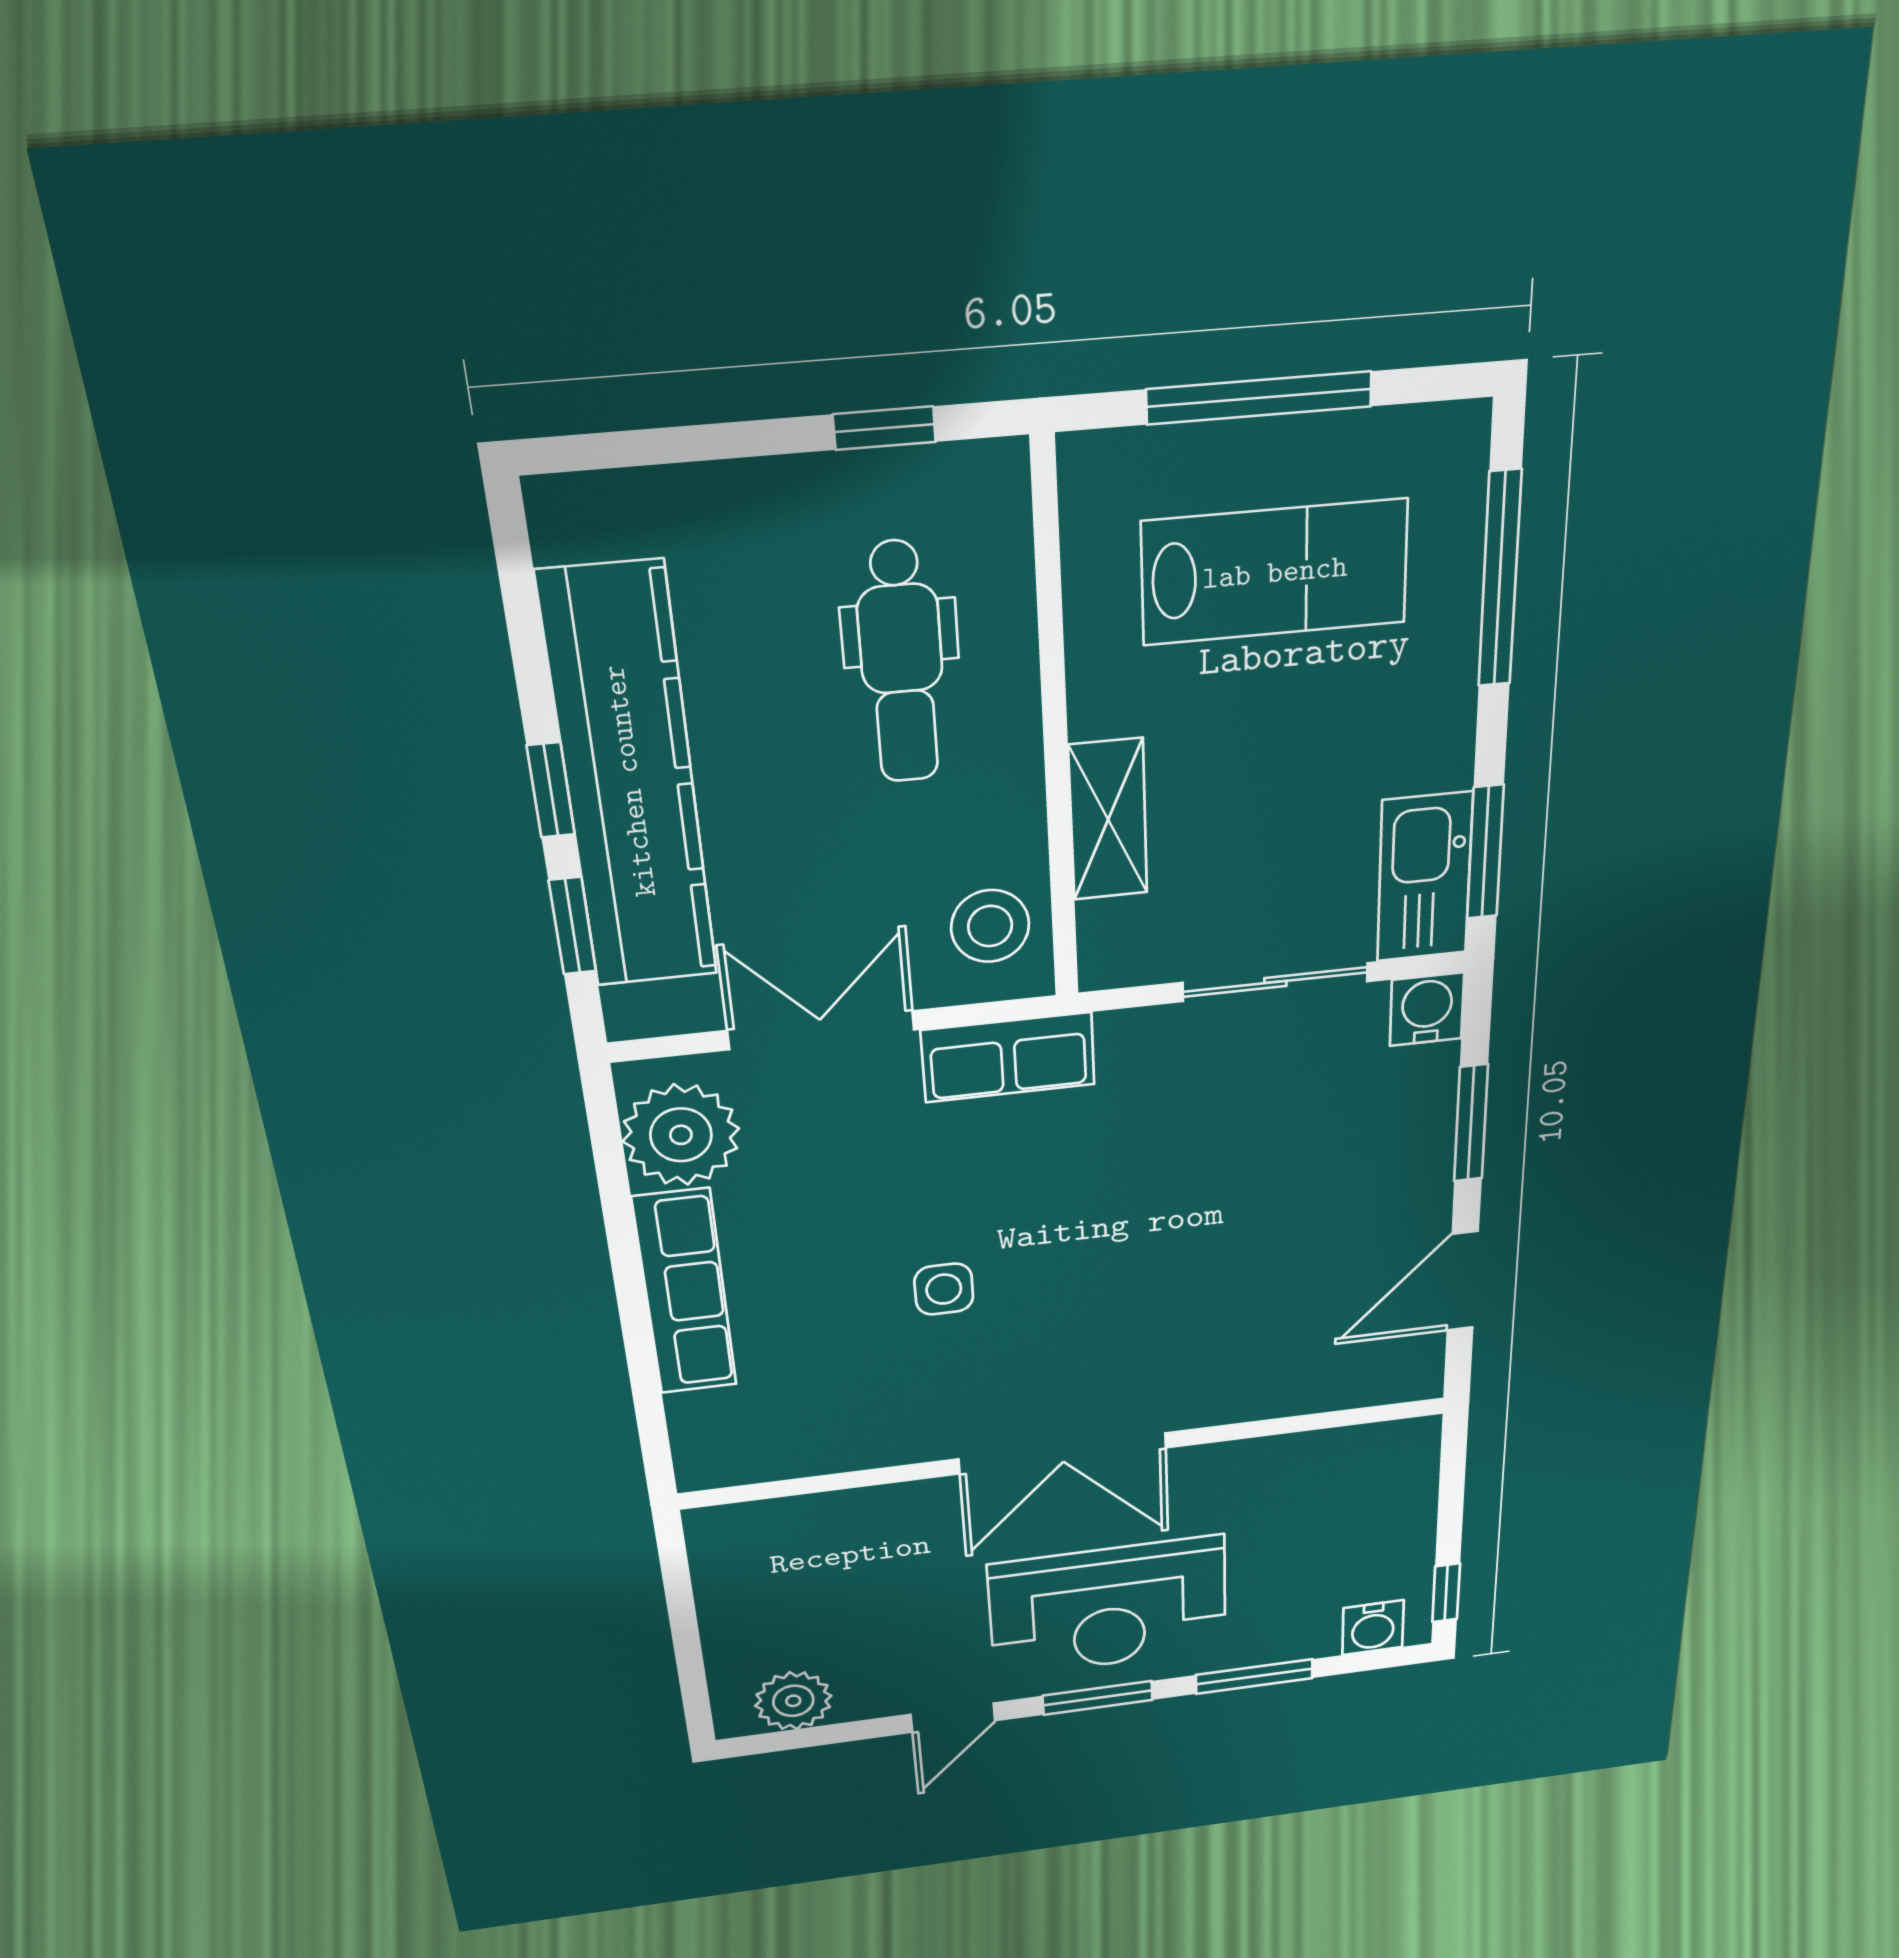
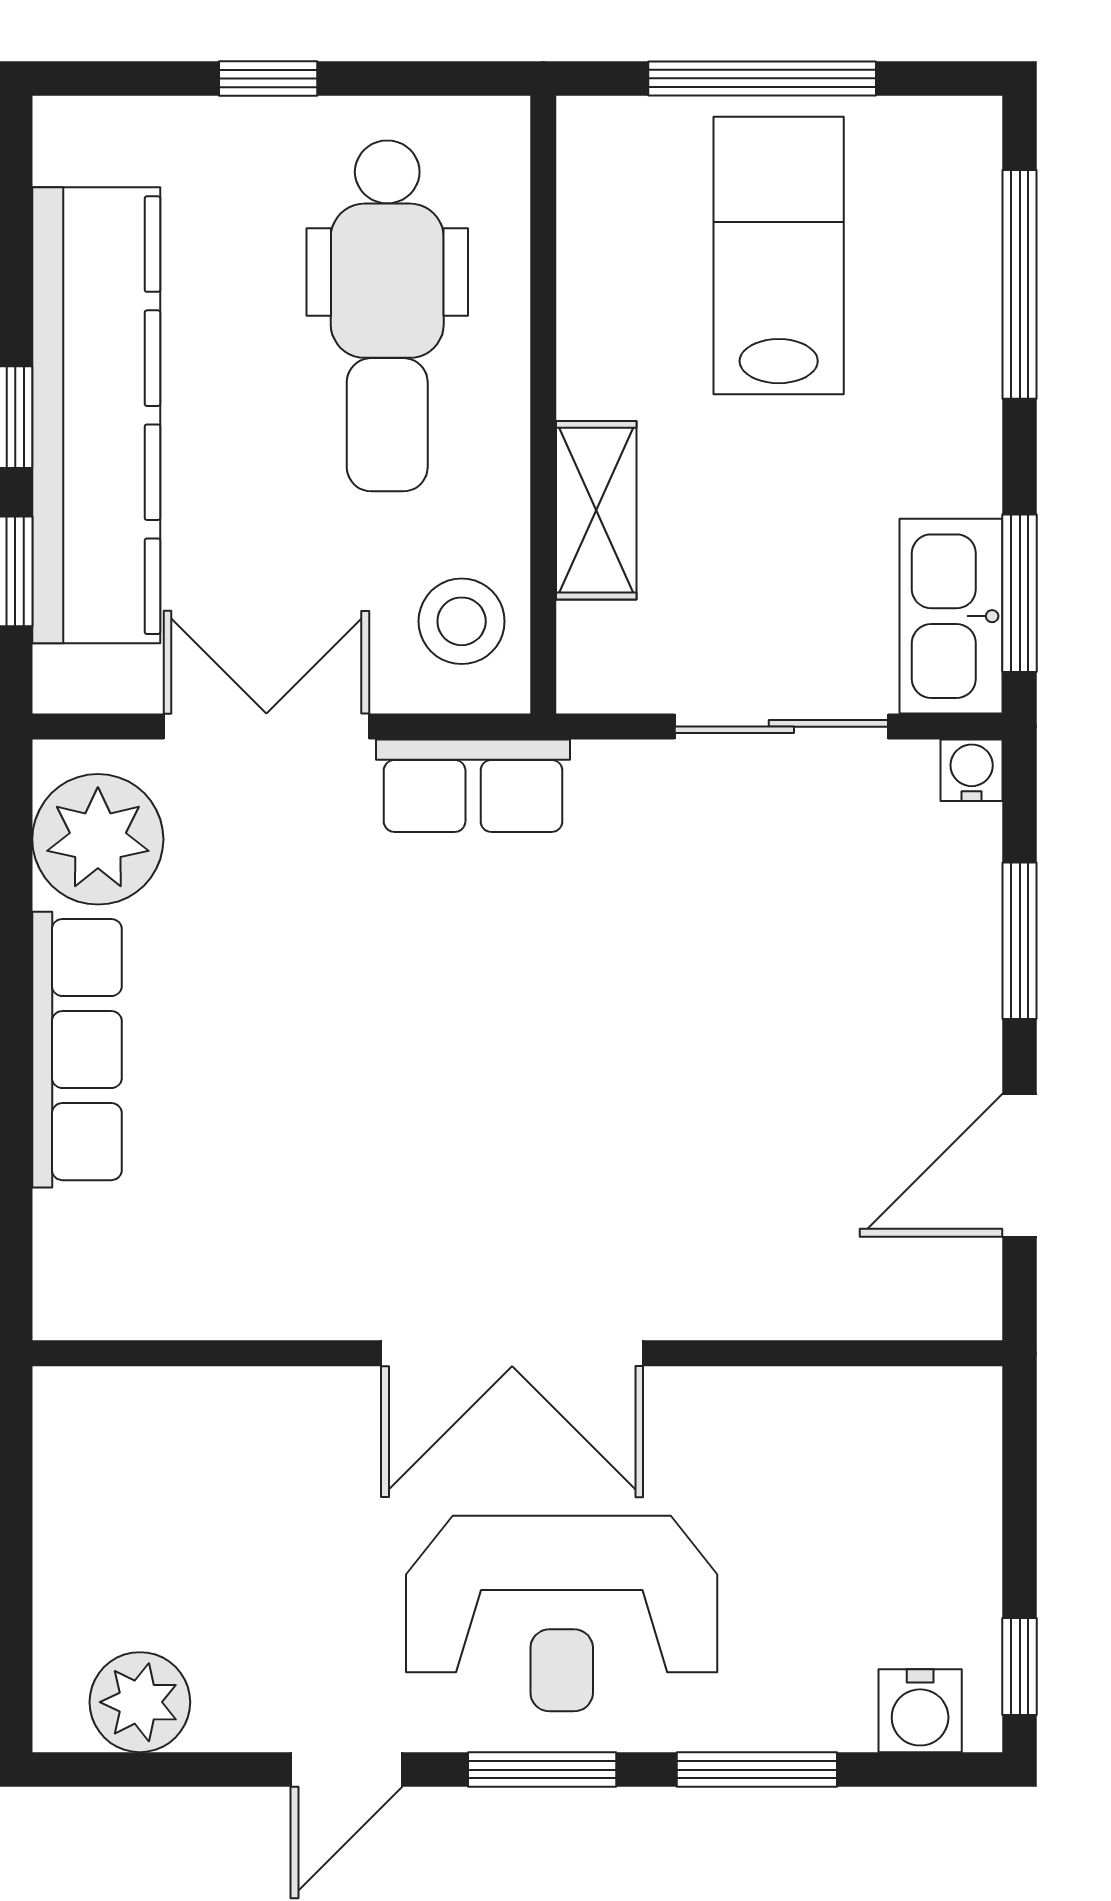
window: (884, 428) -> (268, 78), moved
lab bench: (1275, 572) -> (779, 256), turned -90
dental chair: (902, 663) -> (387, 316), width x1.36, depth x1.38
water cooler: (1427, 1009) -> (972, 770), width x0.72, depth x0.72
side table: (944, 1289) -> (380, 1087), removed

